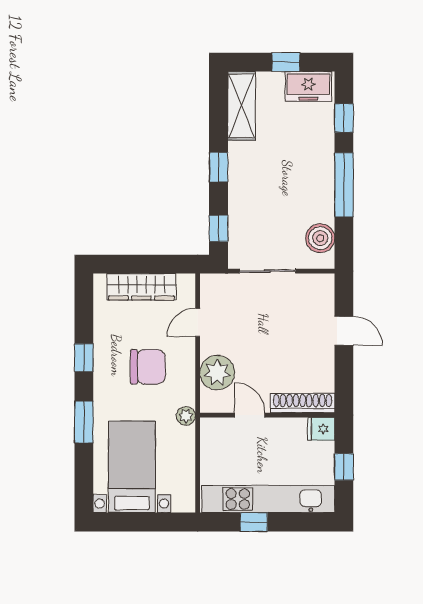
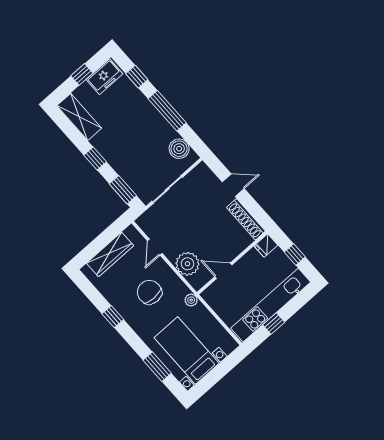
window: (219, 228) -> (123, 190), width x1.50
chair: (148, 367) -> (149, 292), turned -90
shoe rack: (303, 403) -> (246, 219), moved, turned -90
window: (84, 422) -> (157, 367), moved

